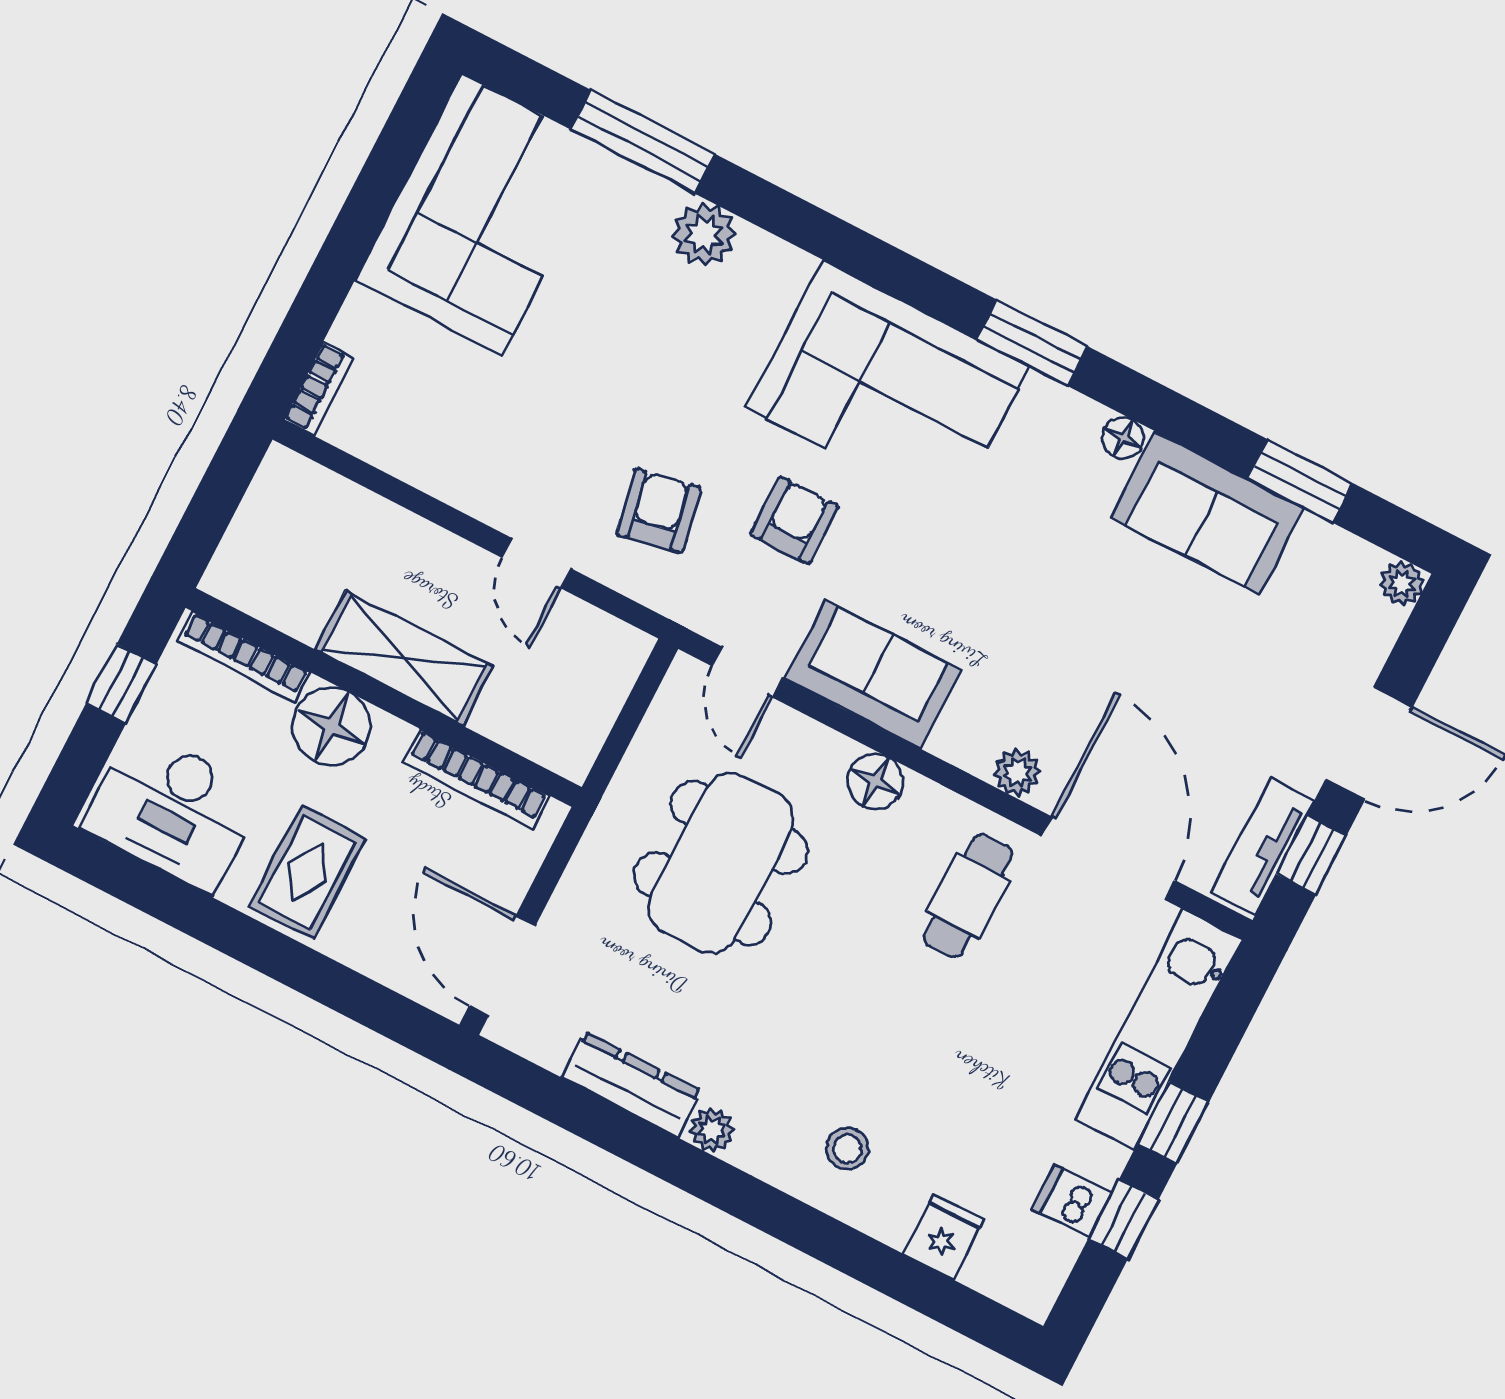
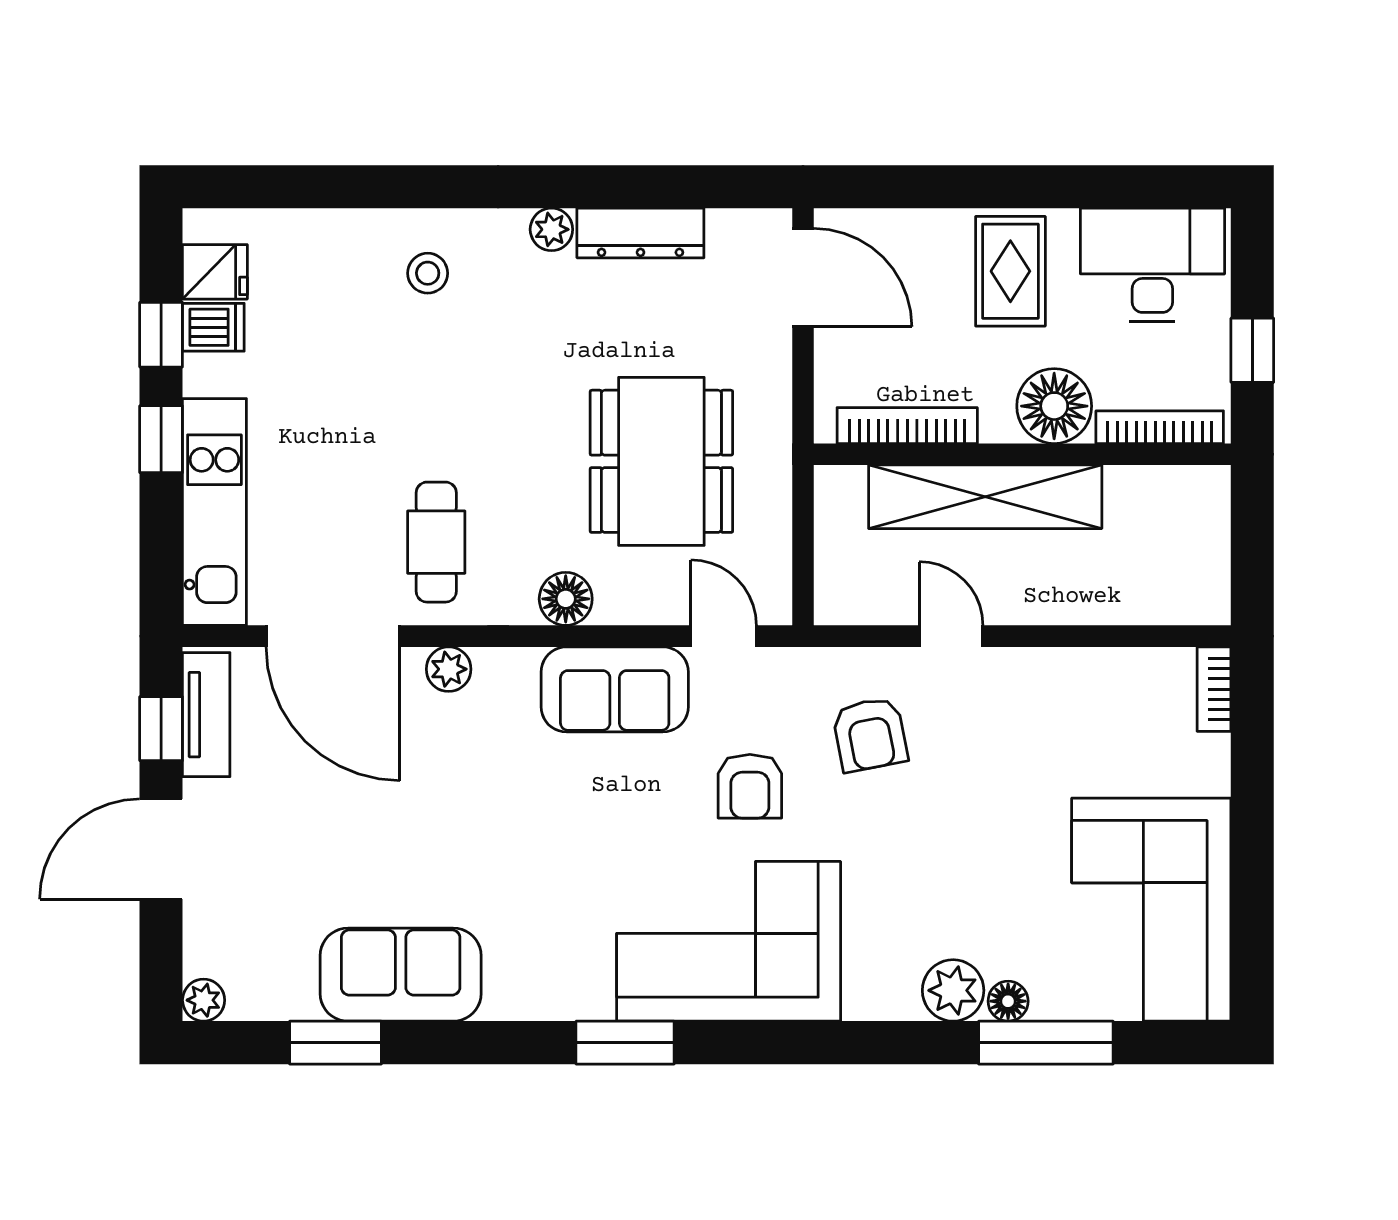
floor lamp: (1123, 438) -> (1008, 1001), moved
shelving: (404, 658) -> (985, 497), width x1.47
fridge: (944, 1237) -> (215, 272), moved, turned -90

